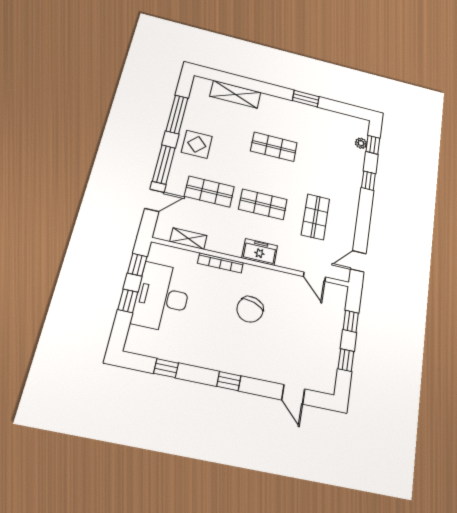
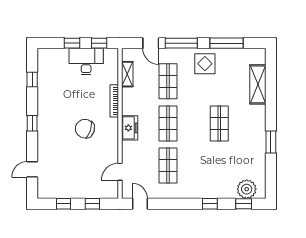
plant: (361, 143) -> (247, 189), width x1.87, depth x1.87
shop shelf: (315, 217) -> (168, 166), turned 90
desk: (162, 297) -> (86, 62), width x0.73, depth x0.77

